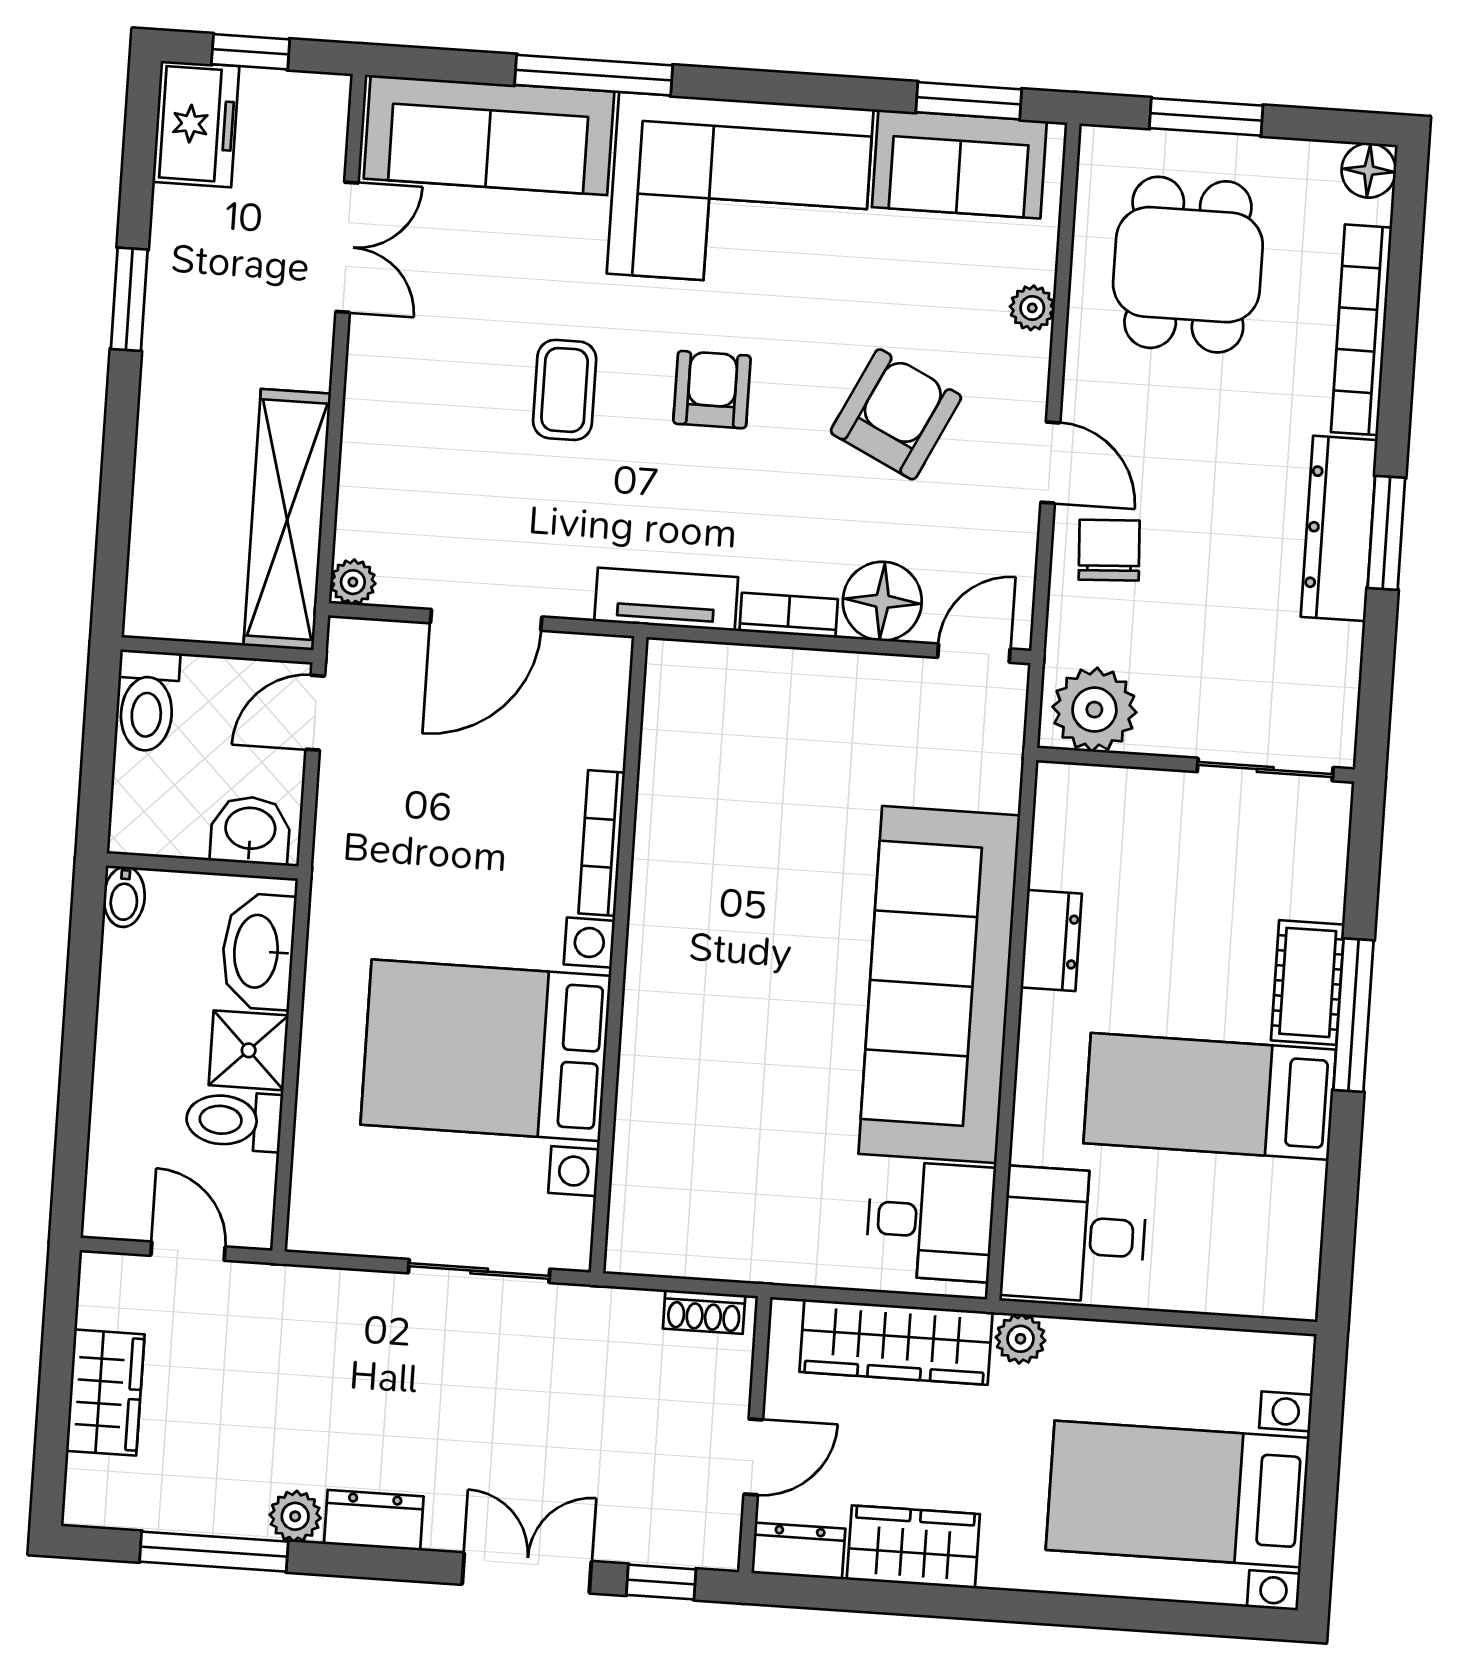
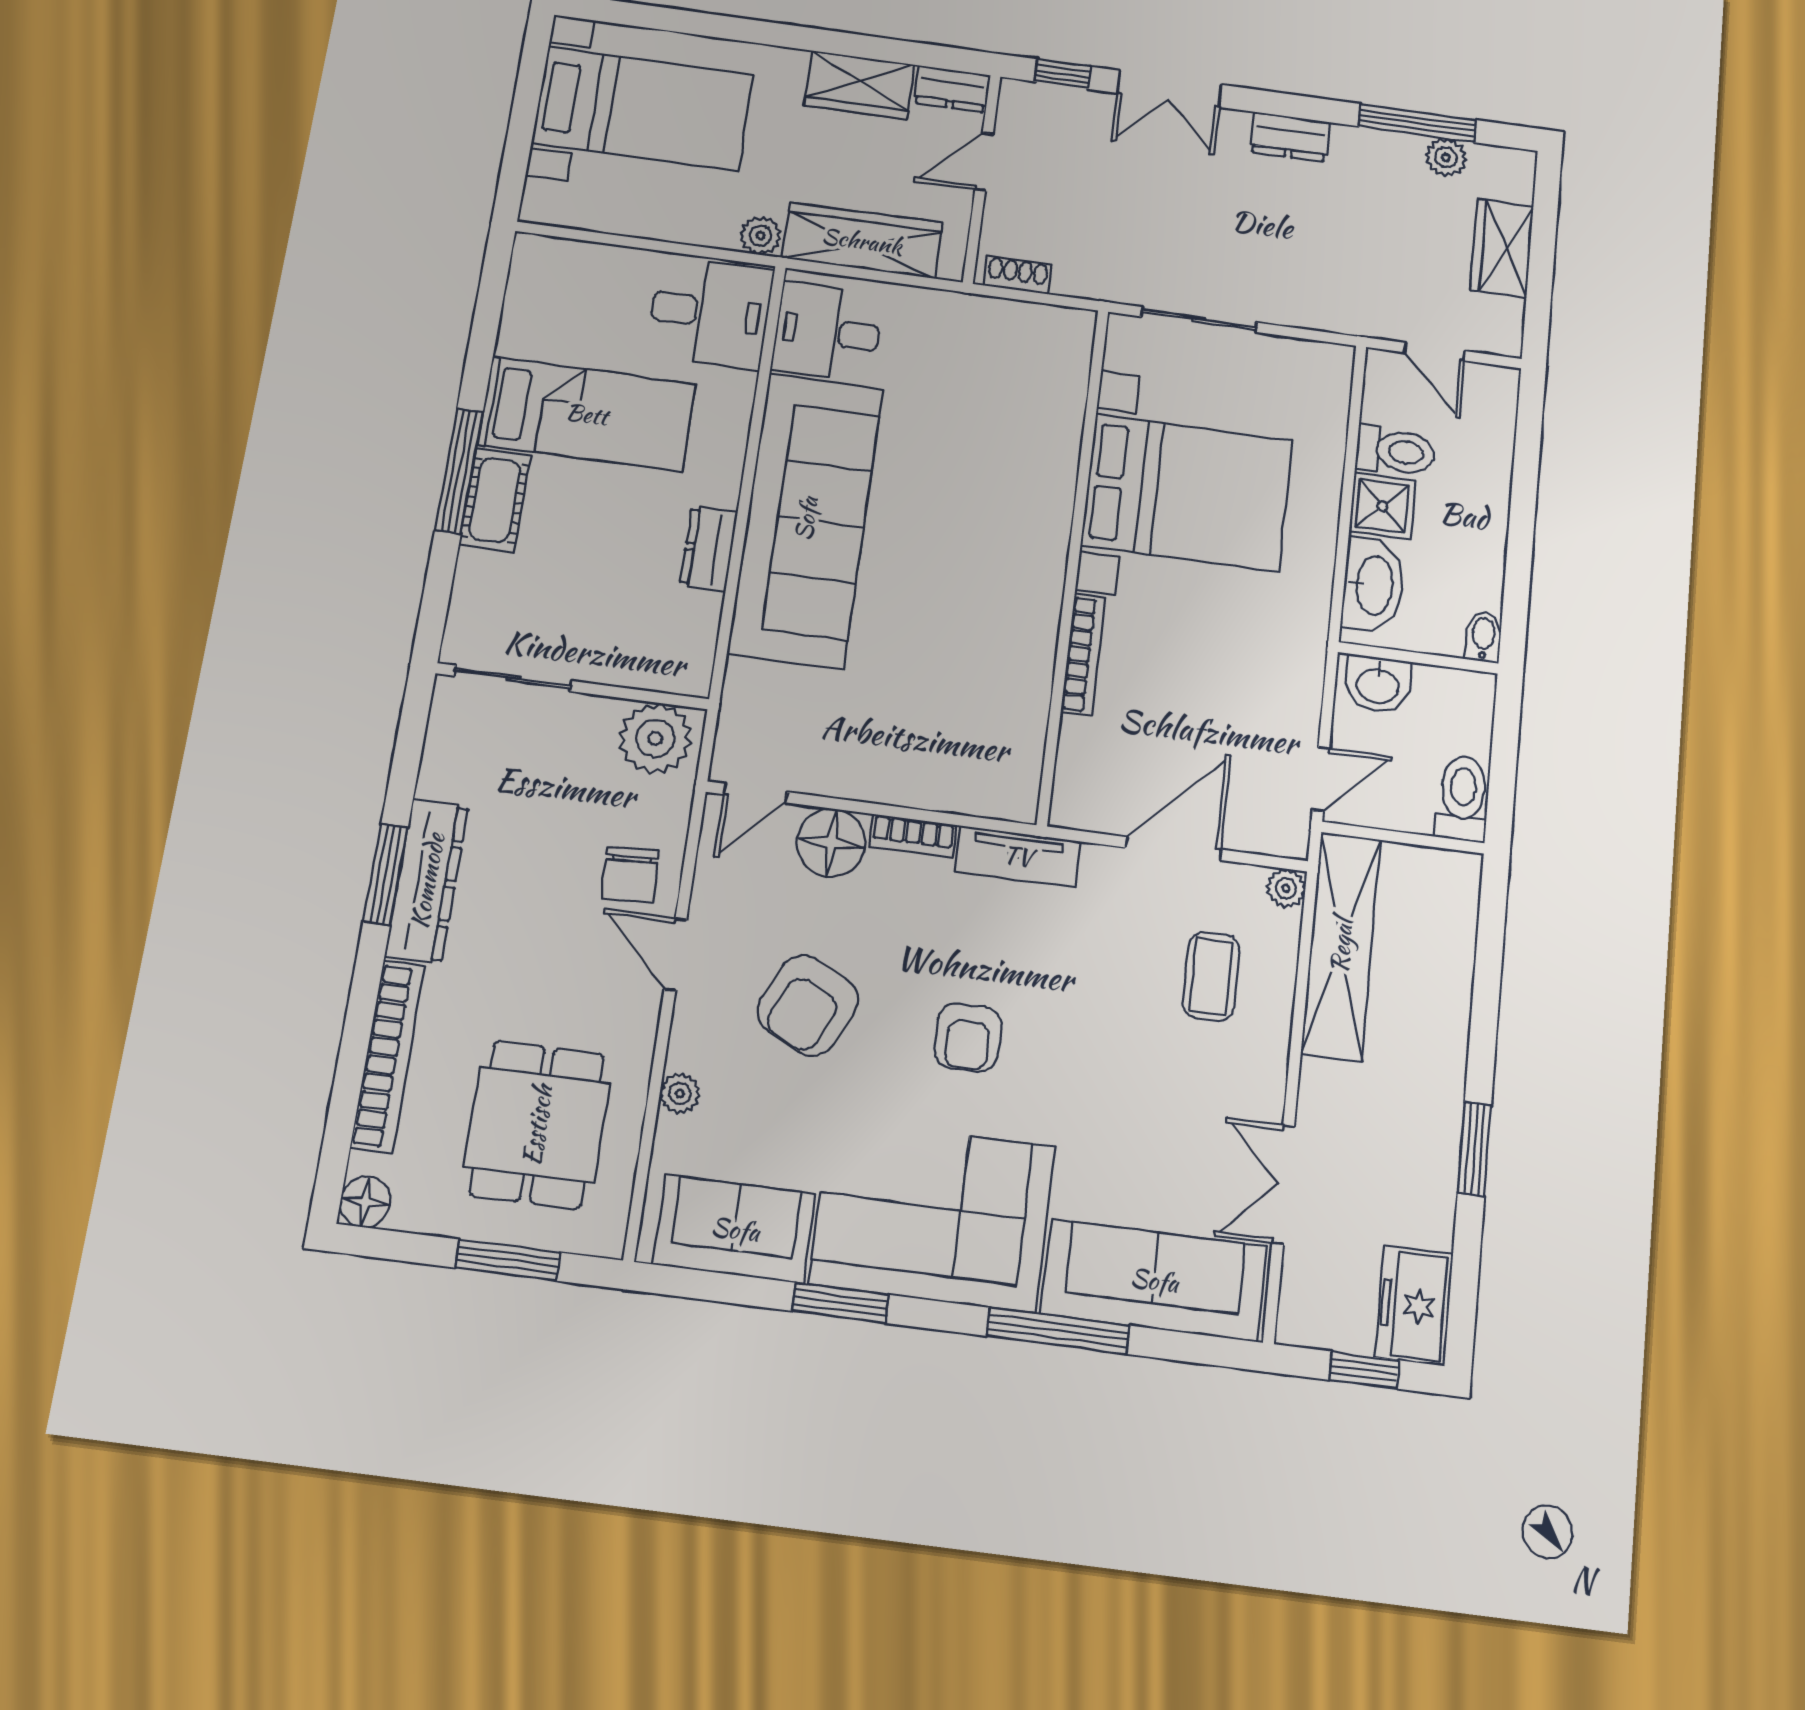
window: (969, 101) -> (841, 1303), moved
coffee table: (565, 390) -> (1211, 976), moved
plant: (295, 1516) -> (1446, 157), moved

